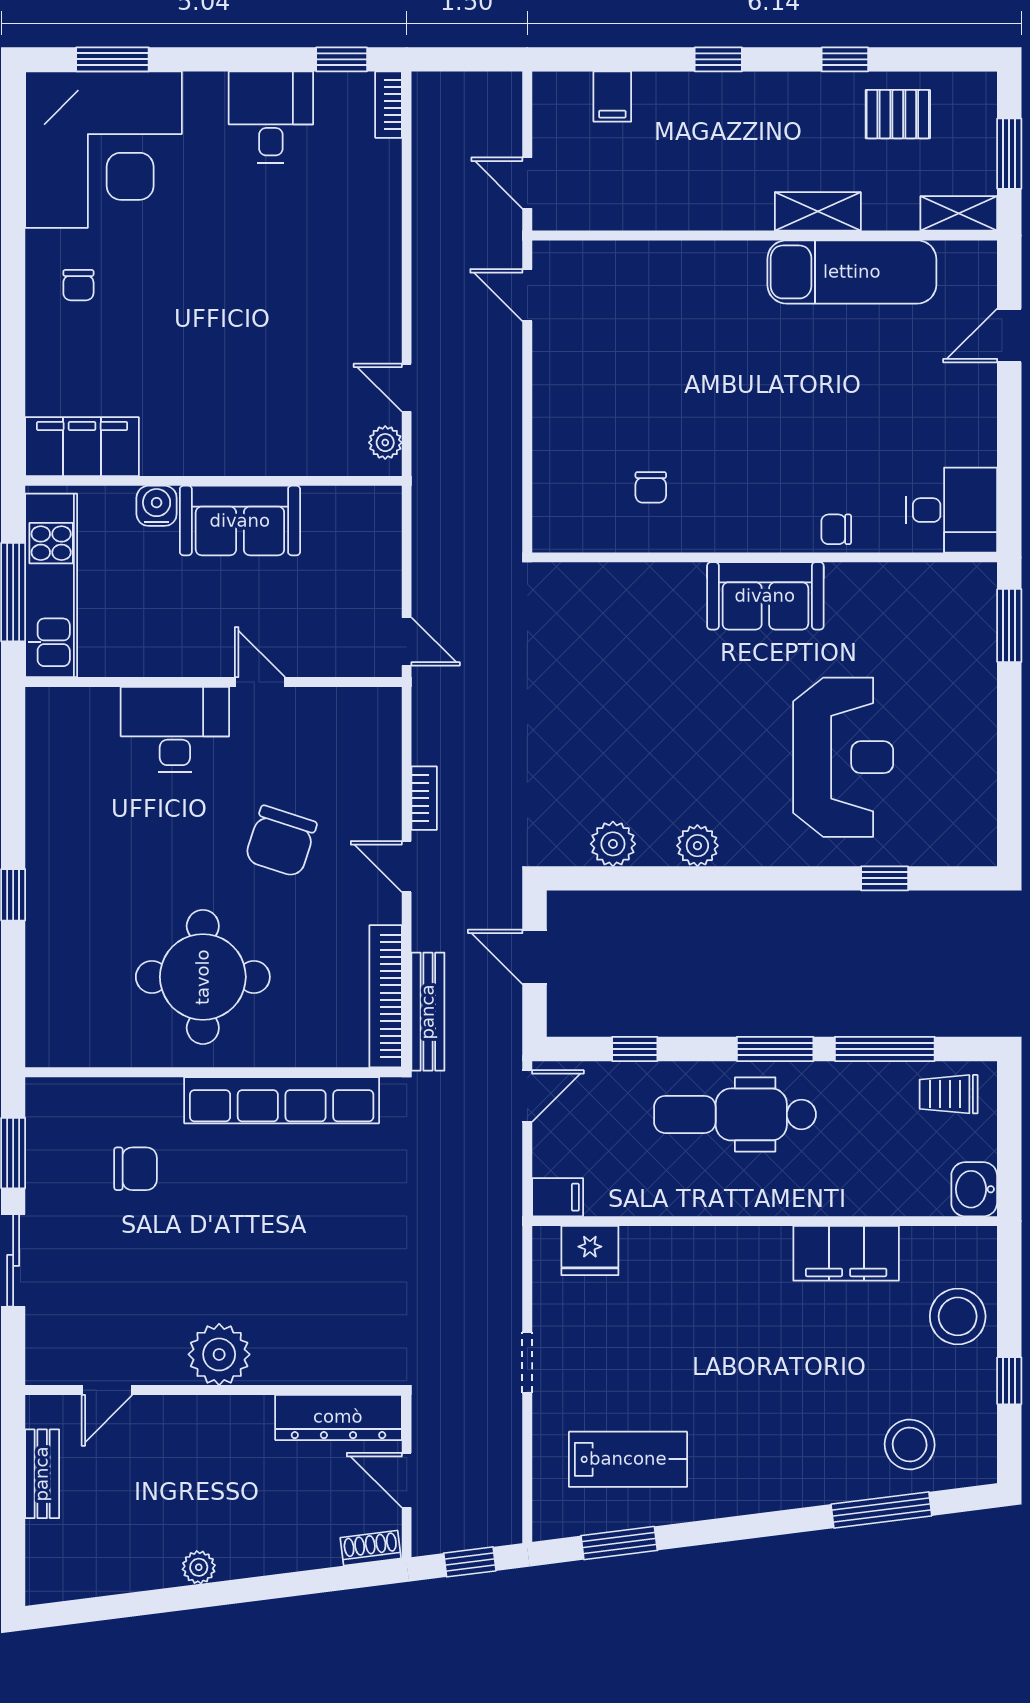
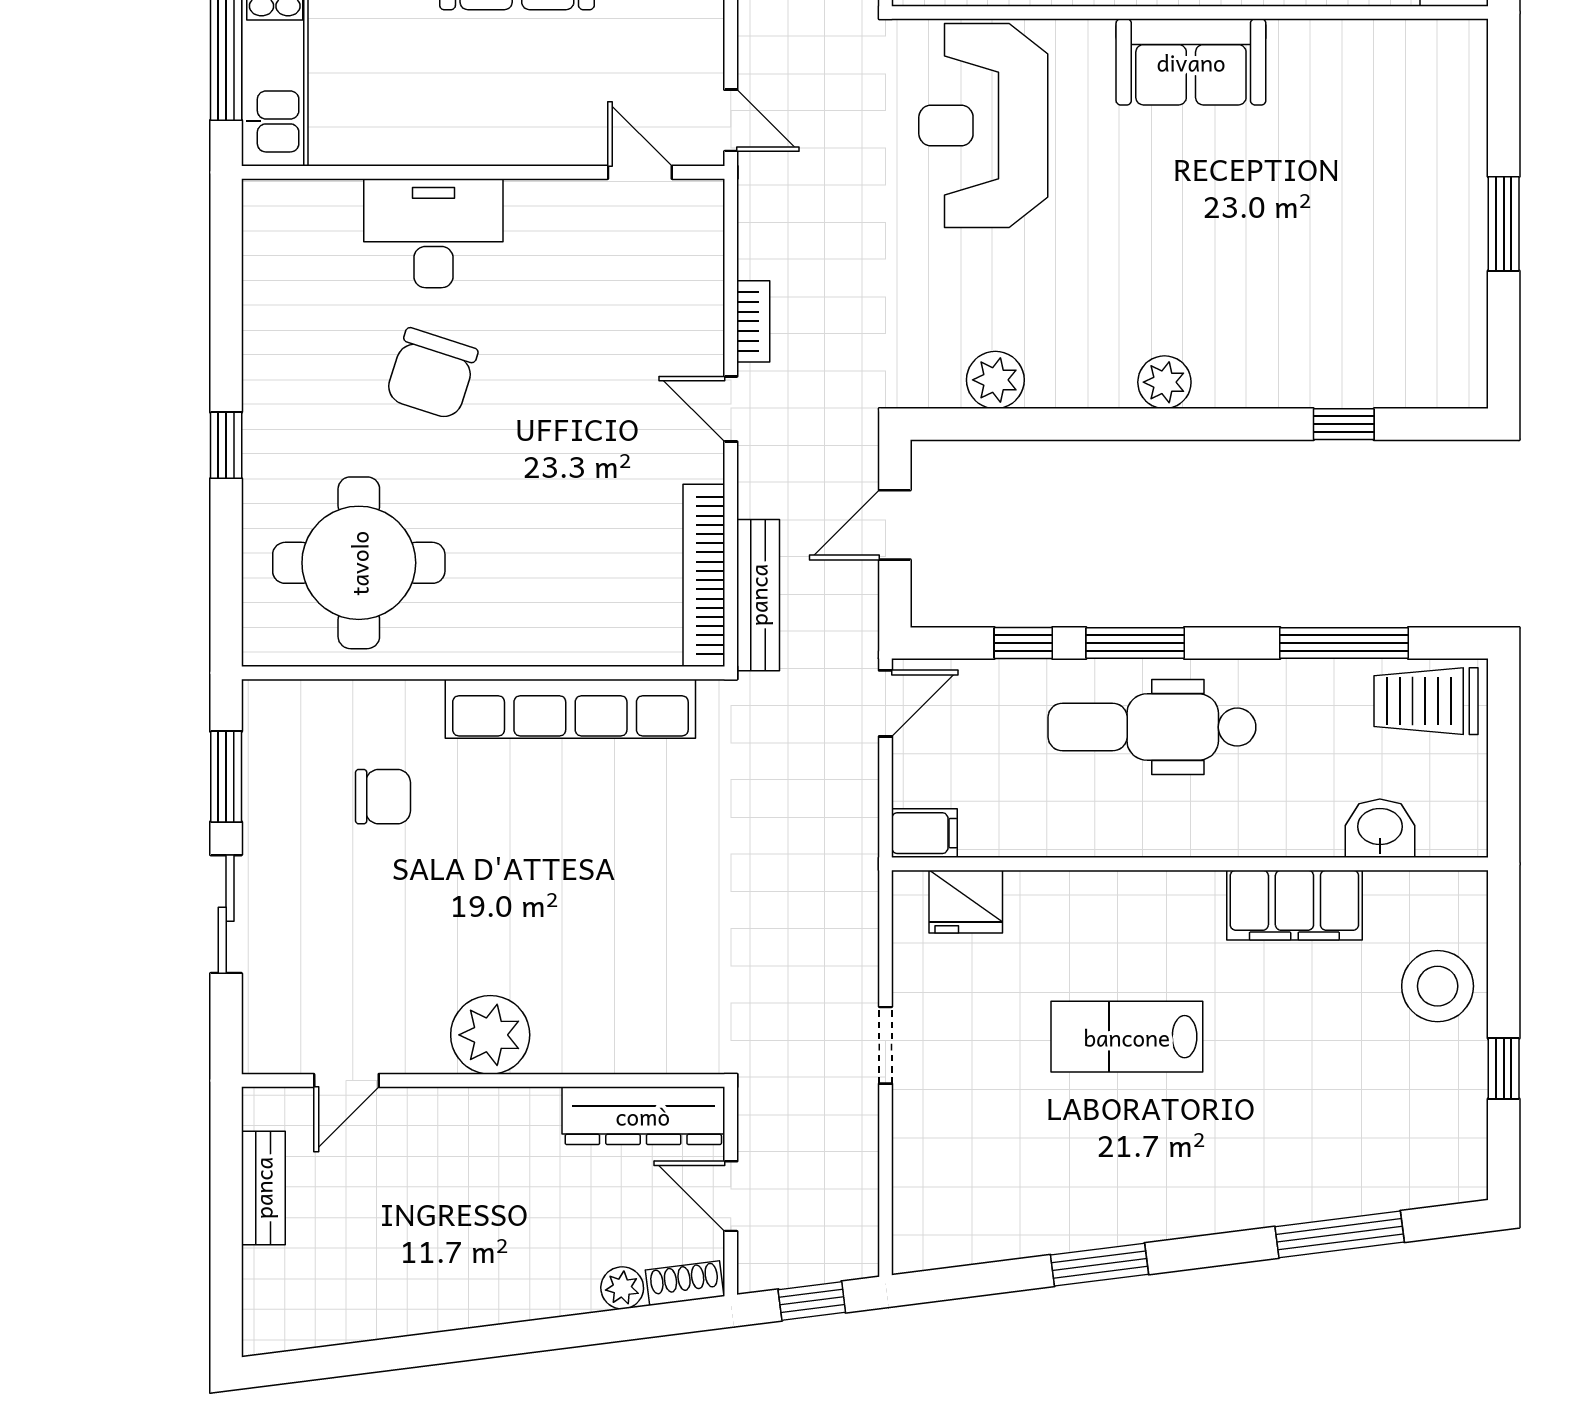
window: (1009, 626) -> (1504, 224), moved
door: (260, 682) -> (640, 172), moved
reception desk: (843, 757) -> (983, 126), moved, turned 180
chair: (281, 841) -> (432, 374), moved
plant: (697, 846) -> (1164, 382), moved
door: (535, 957) -> (895, 525), hinge flipped
round table: (203, 977) -> (359, 563), moved
window: (775, 1049) -> (1135, 643), moved
trolley: (949, 1094) -> (1426, 701), width x1.36, depth x1.39
washbasin: (974, 1189) -> (1380, 828), moved, turned 90
stool: (910, 1444) -> (1376, 1150), removed
lab bench: (628, 1459) -> (1127, 1037), moved, turned 180
window: (619, 1543) -> (1099, 1265), moved
plant: (199, 1567) -> (622, 1288), moved

